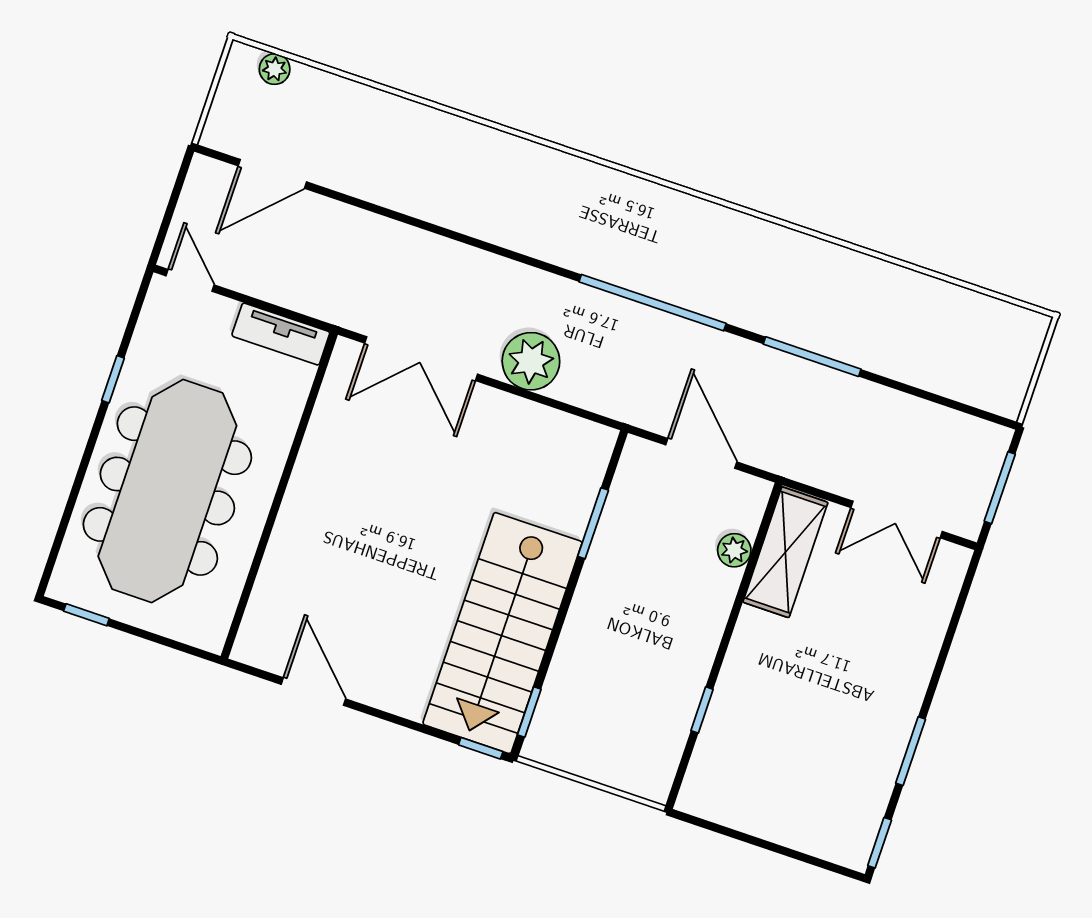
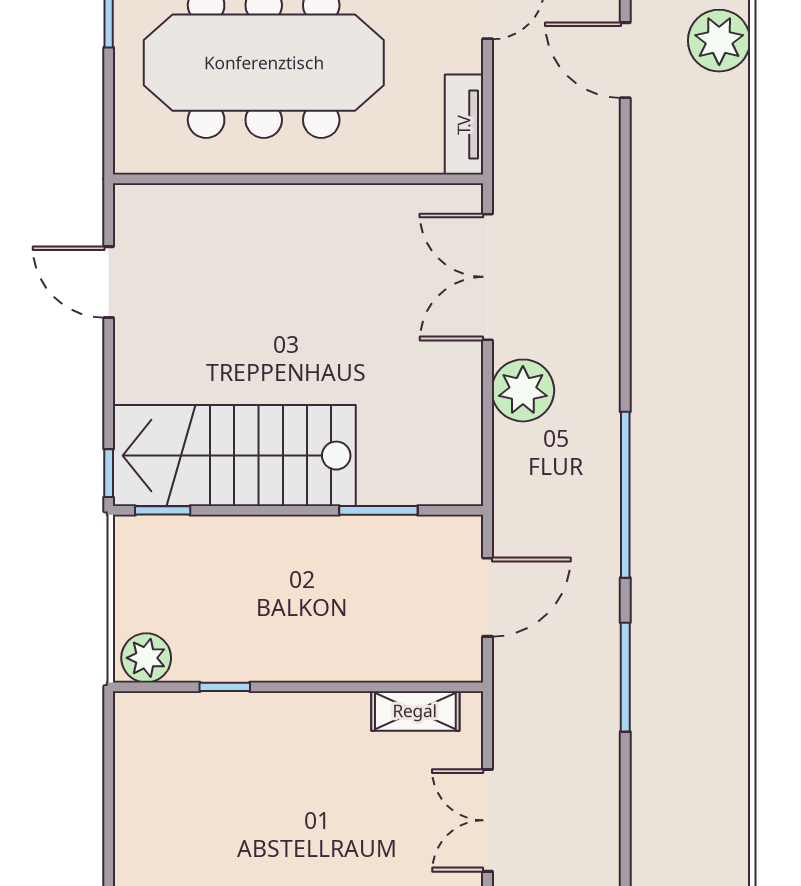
plant: (275, 69) -> (719, 41), width x1.88, depth x1.88
plant: (734, 550) -> (146, 658), moved, width x1.38, depth x1.38
shelving: (785, 552) -> (415, 711), width x0.67, depth x0.75
door: (313, 692) -> (109, 282), swing flipped

